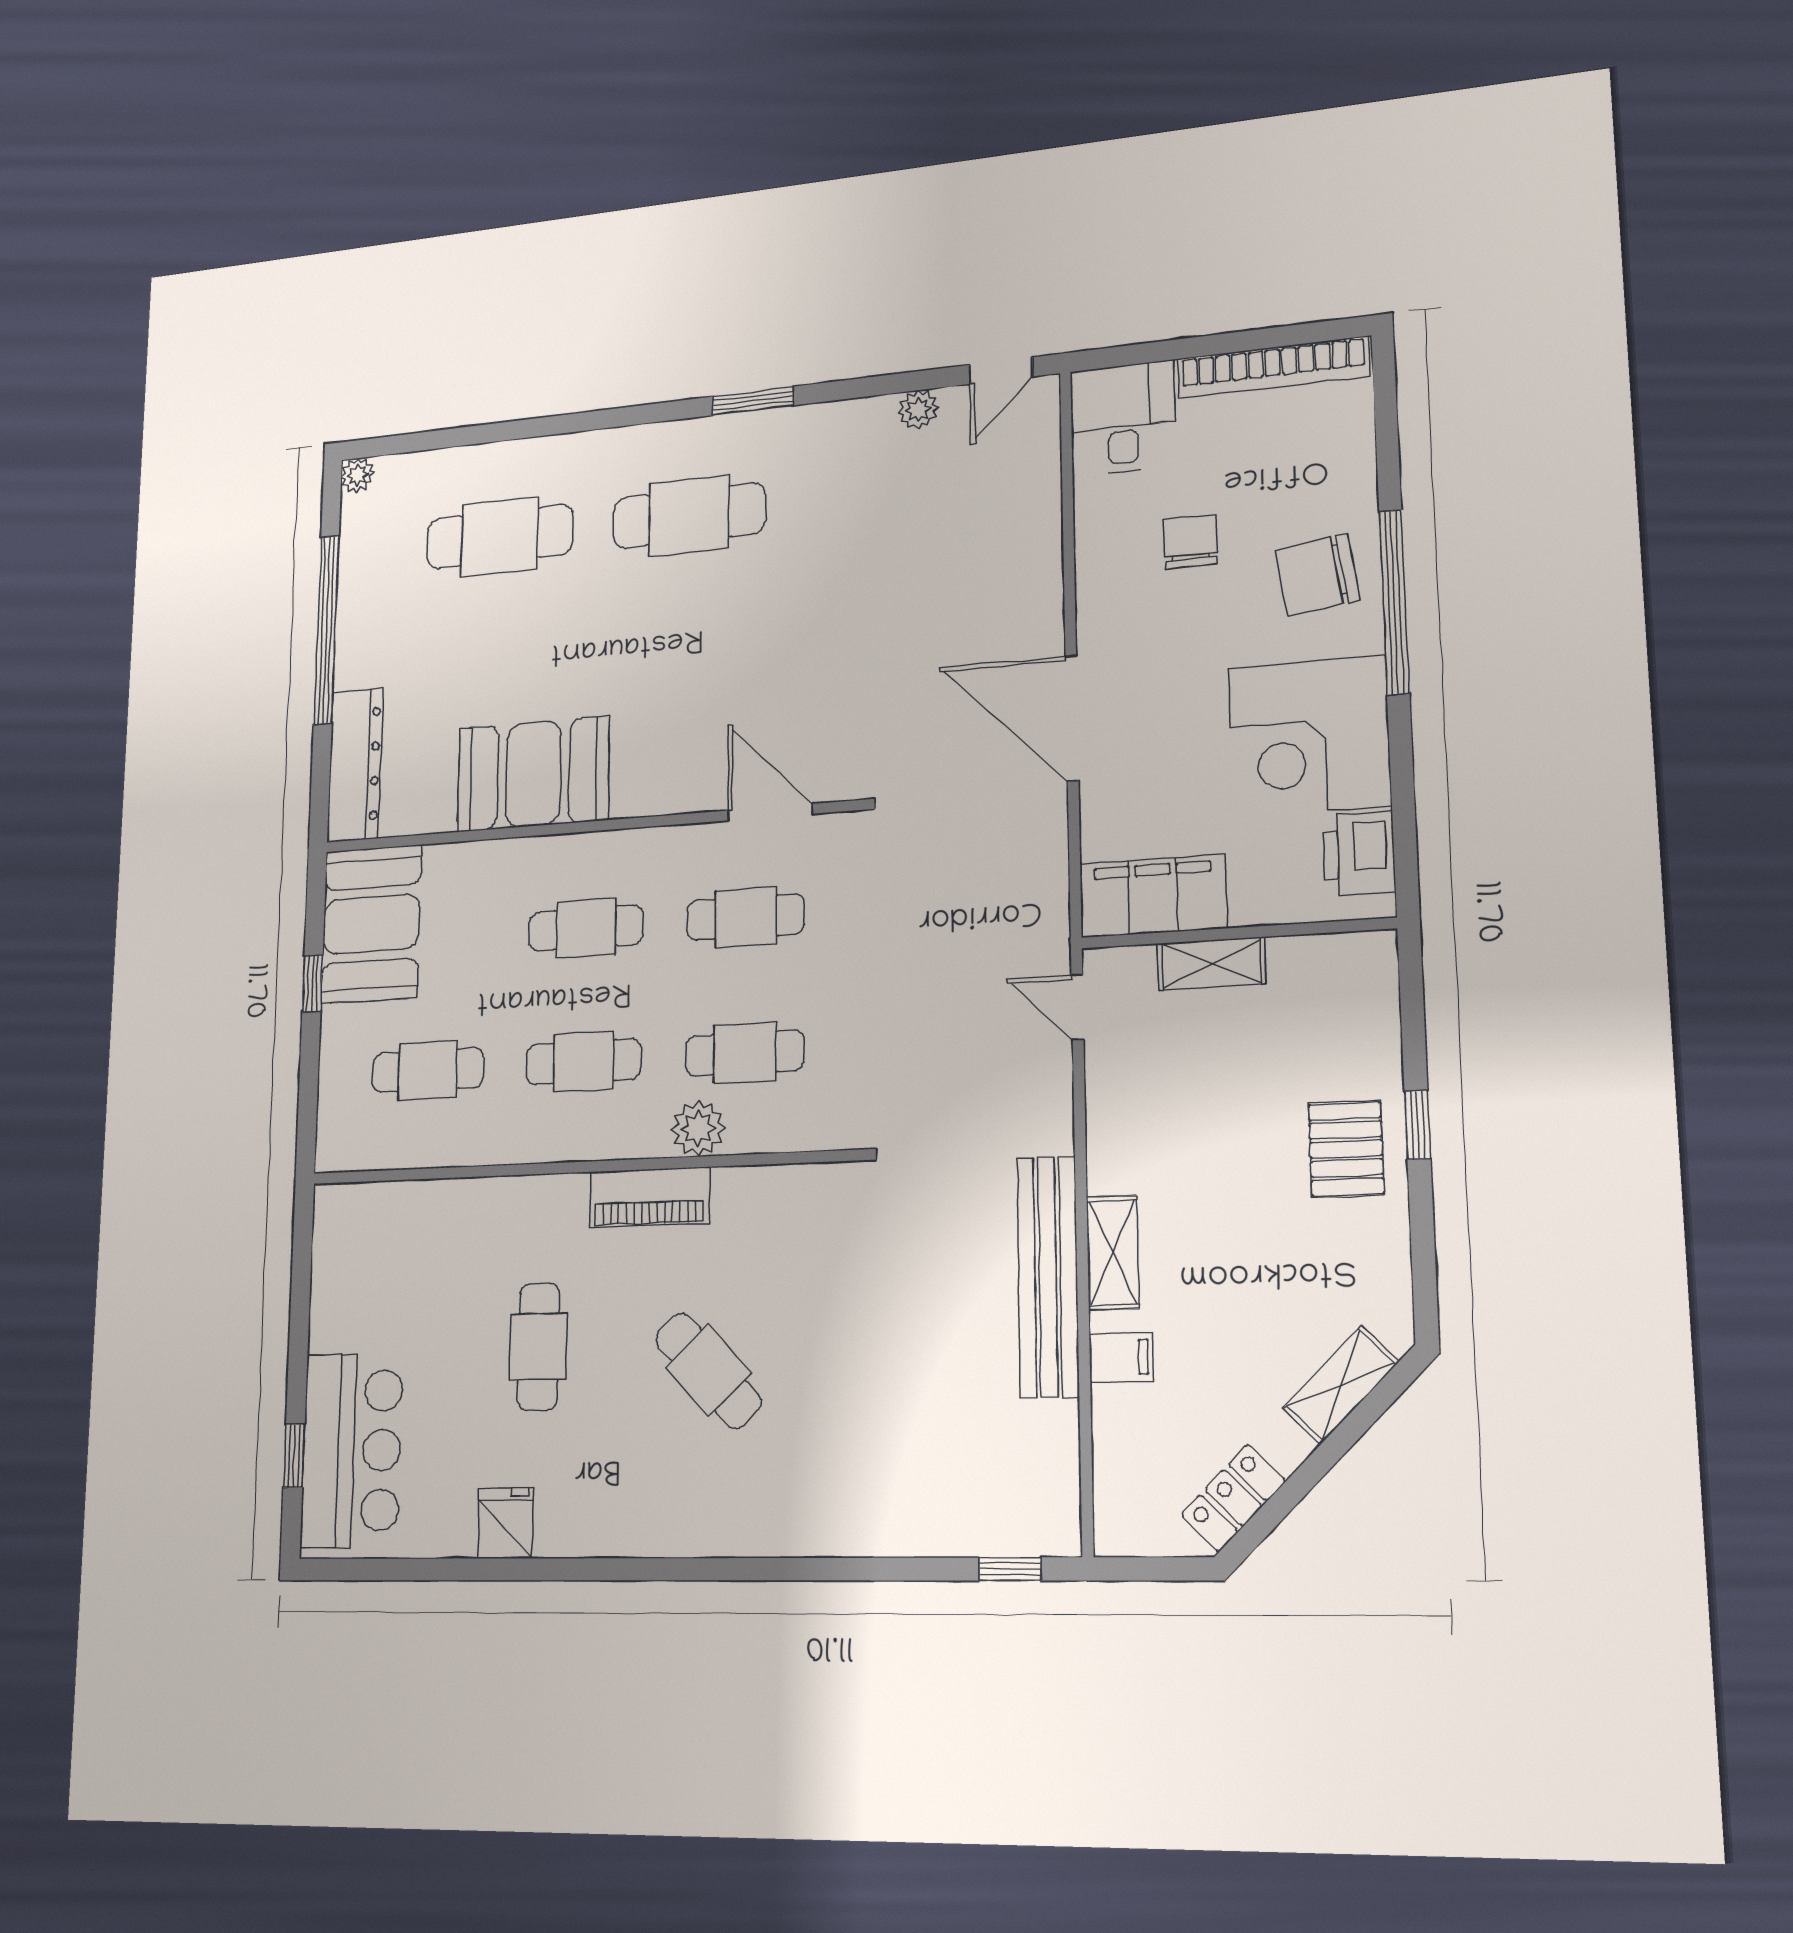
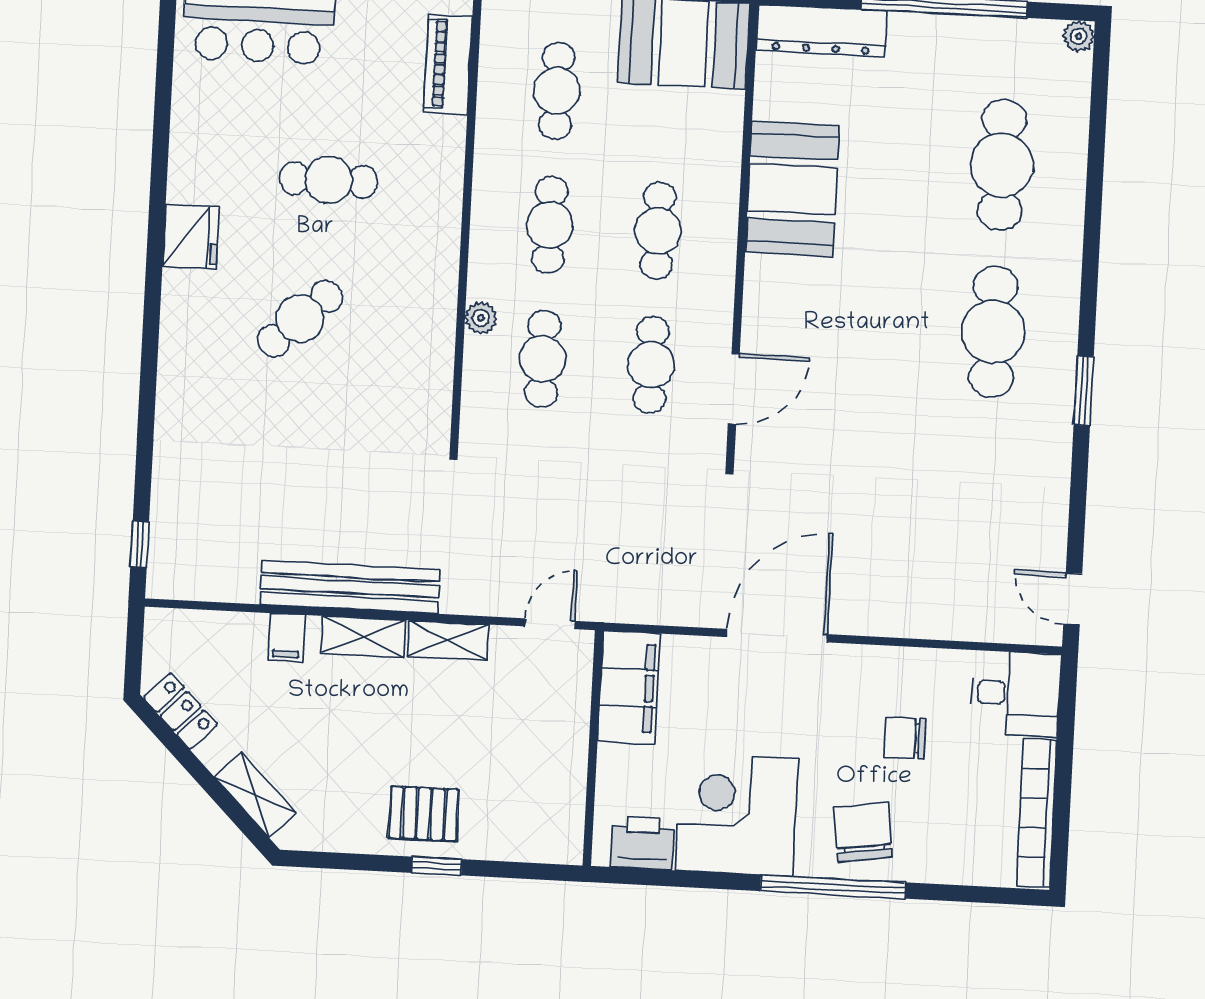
plant: (918, 410) -> (1052, 529), removed
chair: (1190, 542) -> (905, 738), turned 180
shelving: (1211, 964) -> (448, 640), moved, turned 90
plant: (698, 1129) -> (481, 318), width x0.73, depth x0.73
piano: (649, 1197) -> (448, 64), moved
fridge: (506, 1523) -> (191, 237), moved, width x1.38

